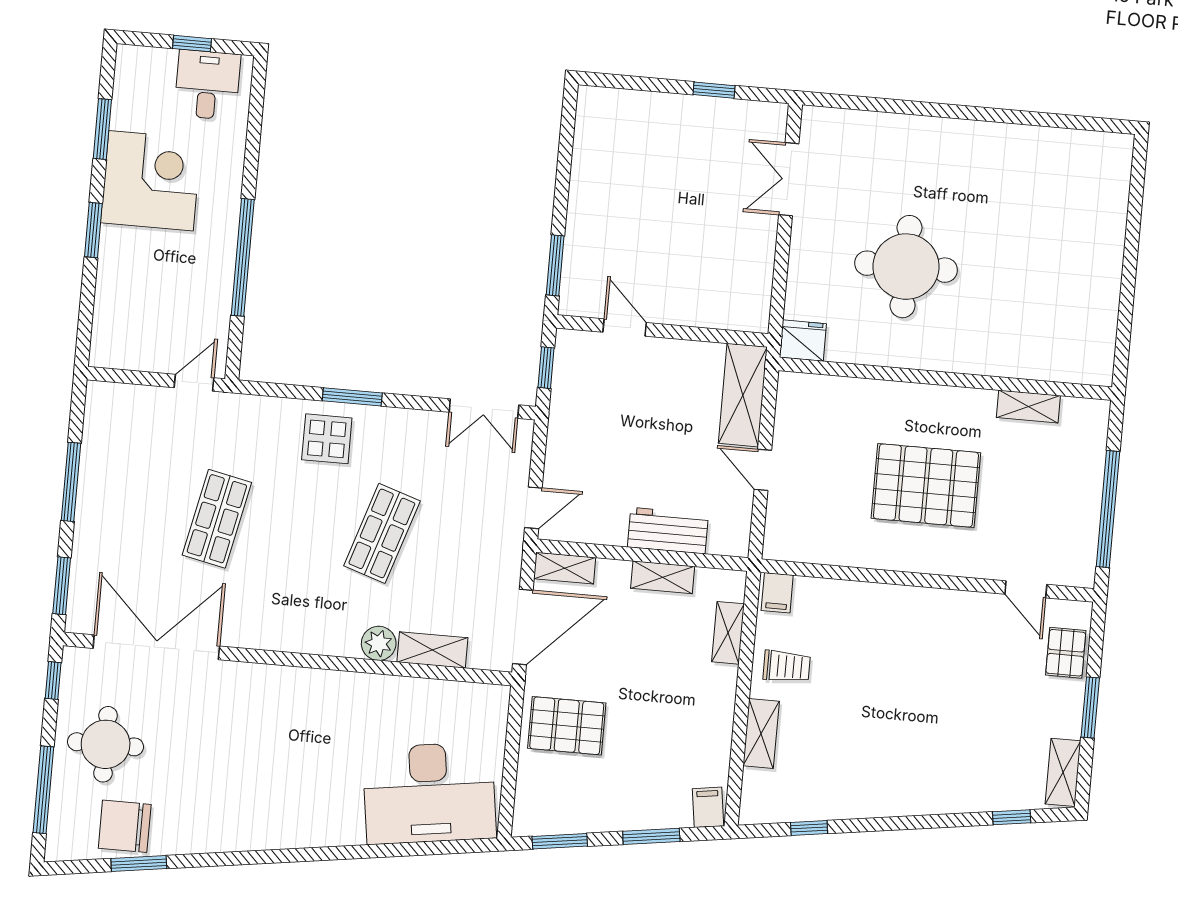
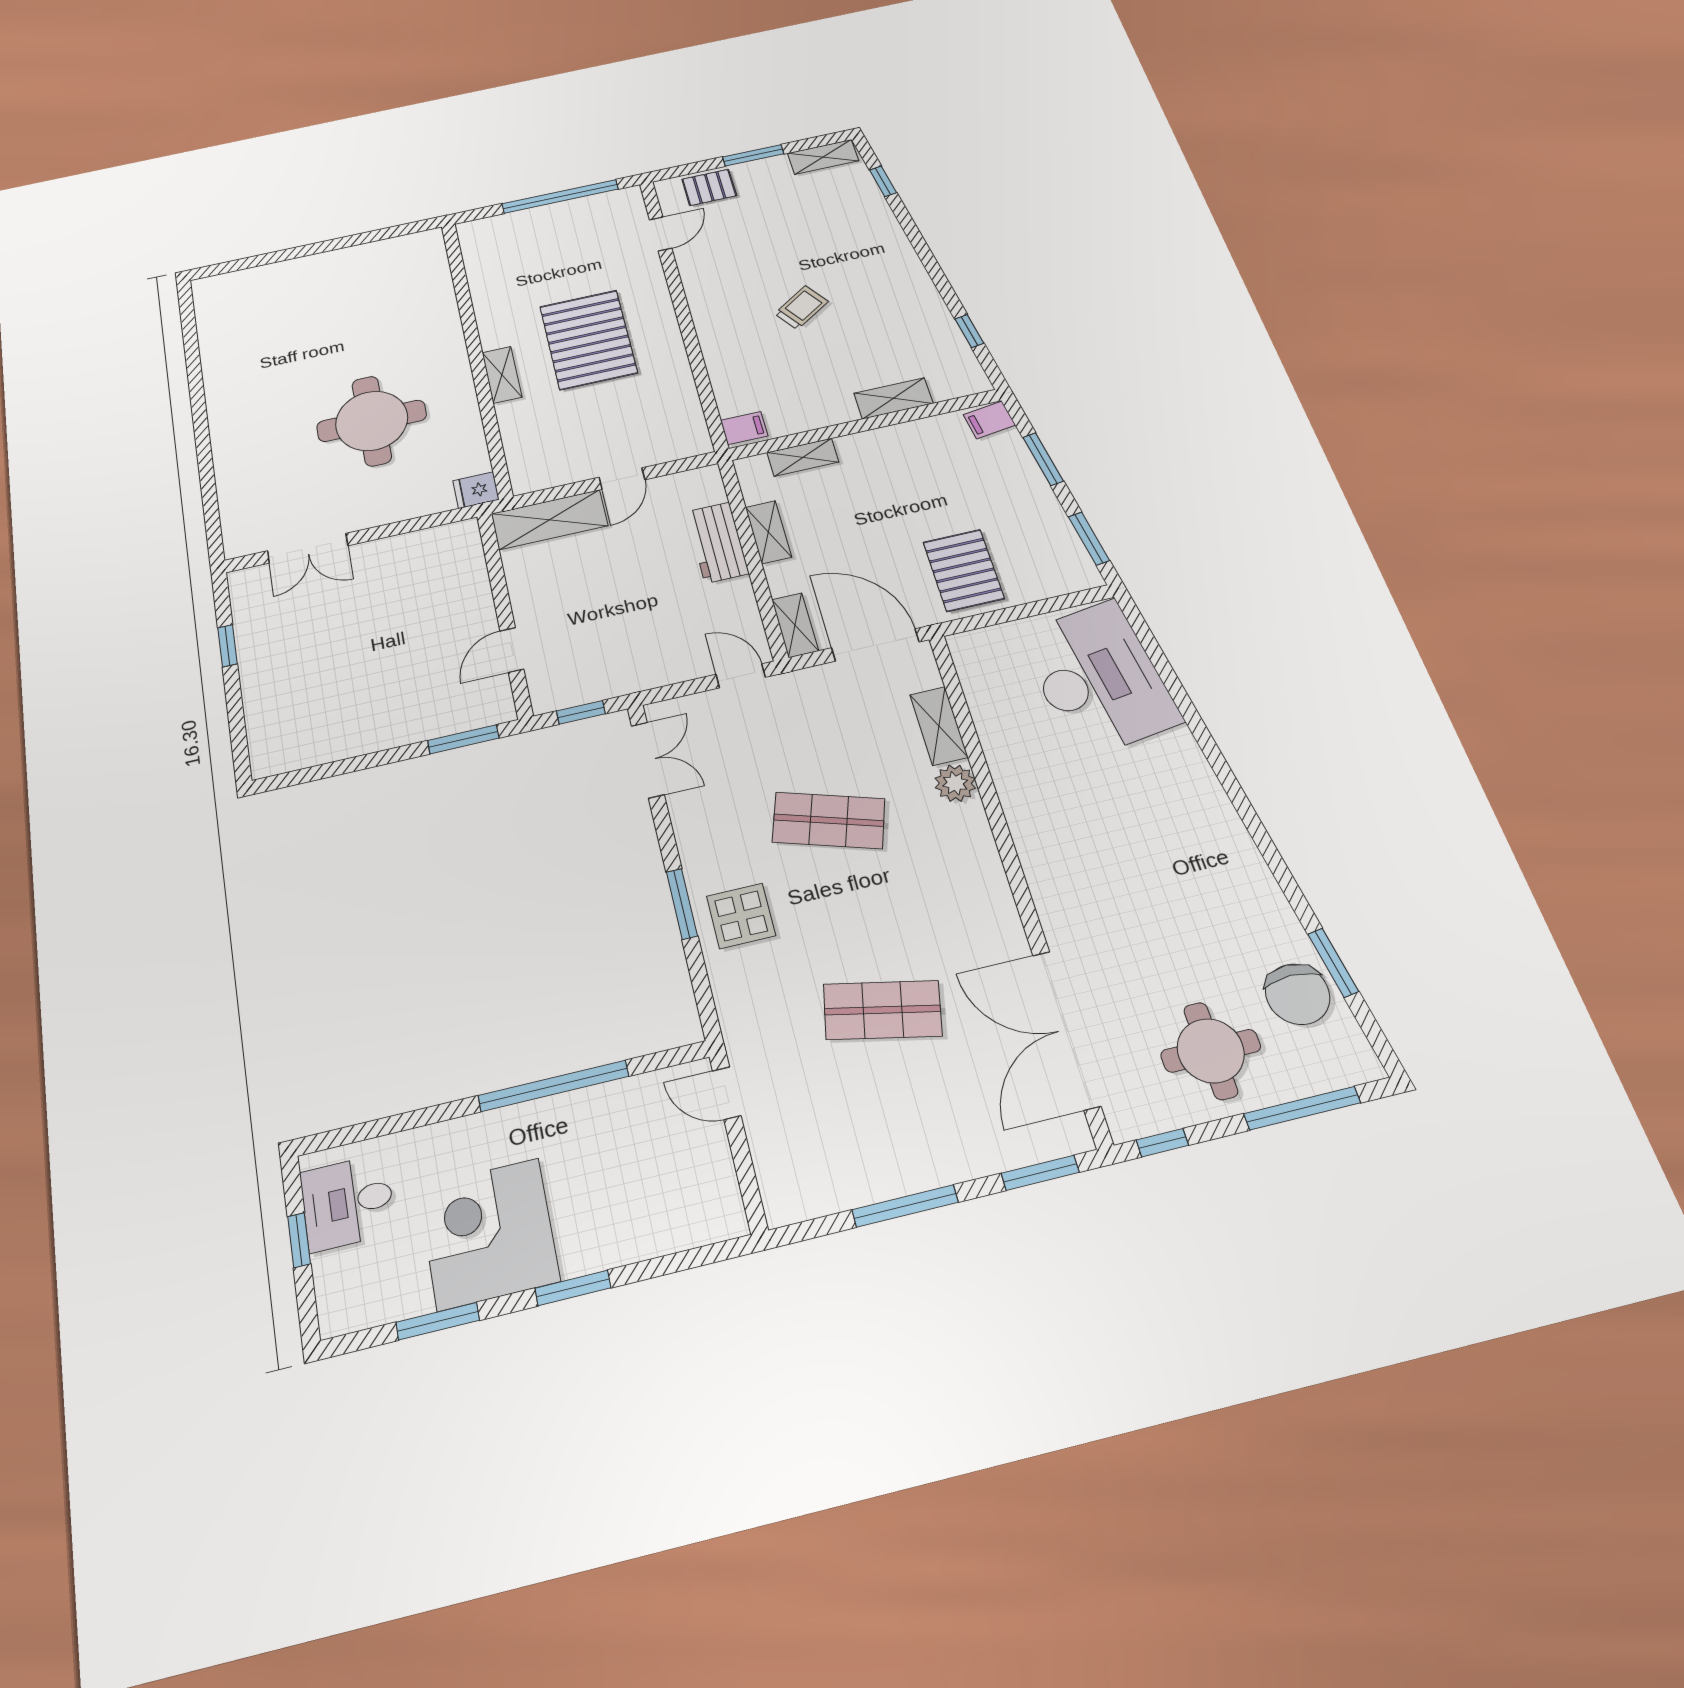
fridge: (803, 341) -> (476, 490), width x0.72
shelving: (1028, 407) -> (502, 375), moved
trolley: (787, 666) -> (801, 308), moved, turned 56

